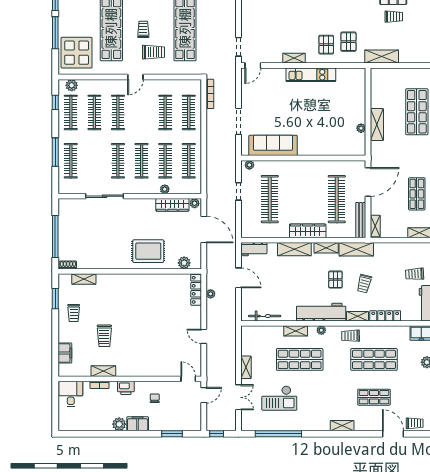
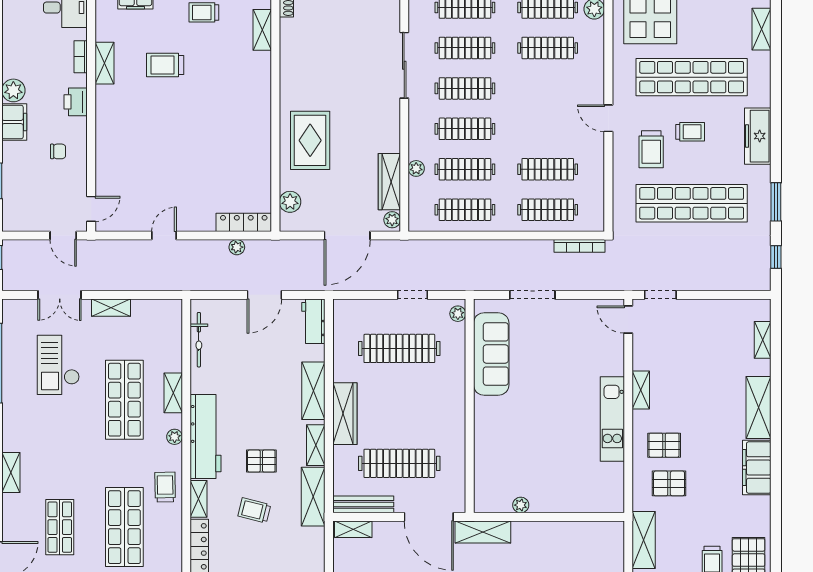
clothes rail: (118, 112) -> (465, 48), moved
shelving: (377, 125) -> (483, 532), moved

